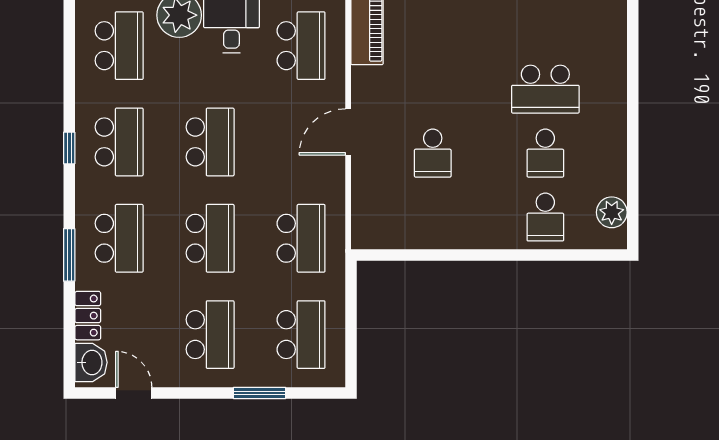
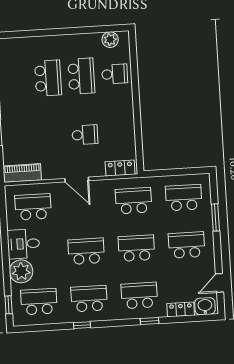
window: (69, 148) -> (82, 325), moved
school desk: (545, 153) -> (81, 76), width x1.85
locker: (365, 216) -> (120, 168), added
window: (69, 255) -> (150, 321), width x0.67

